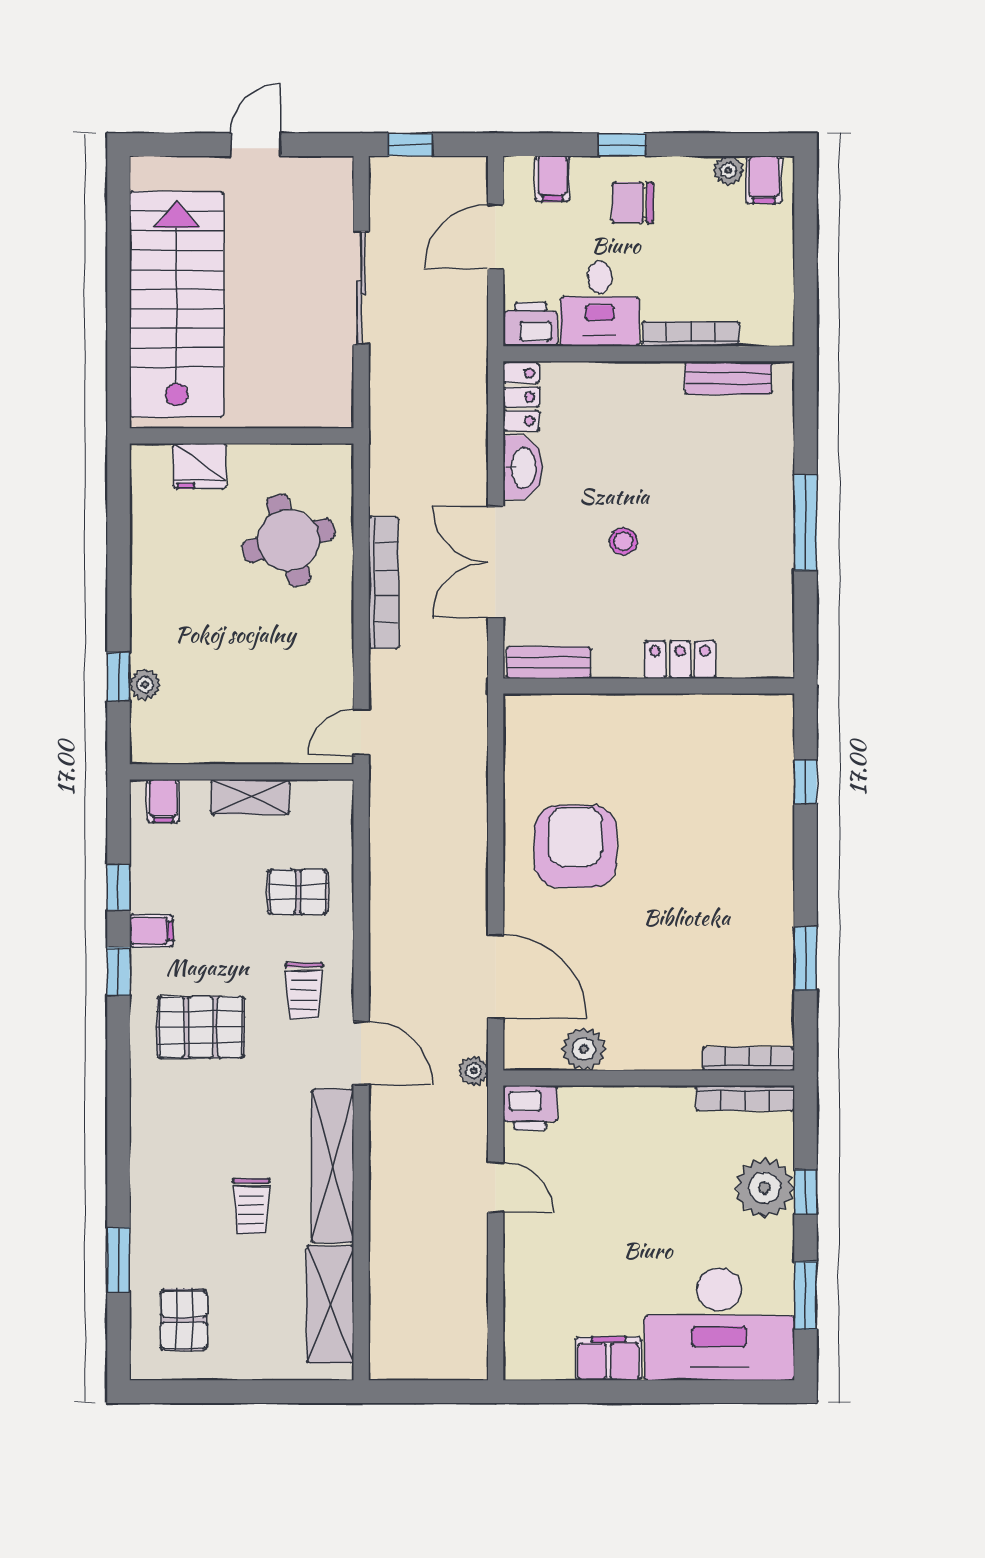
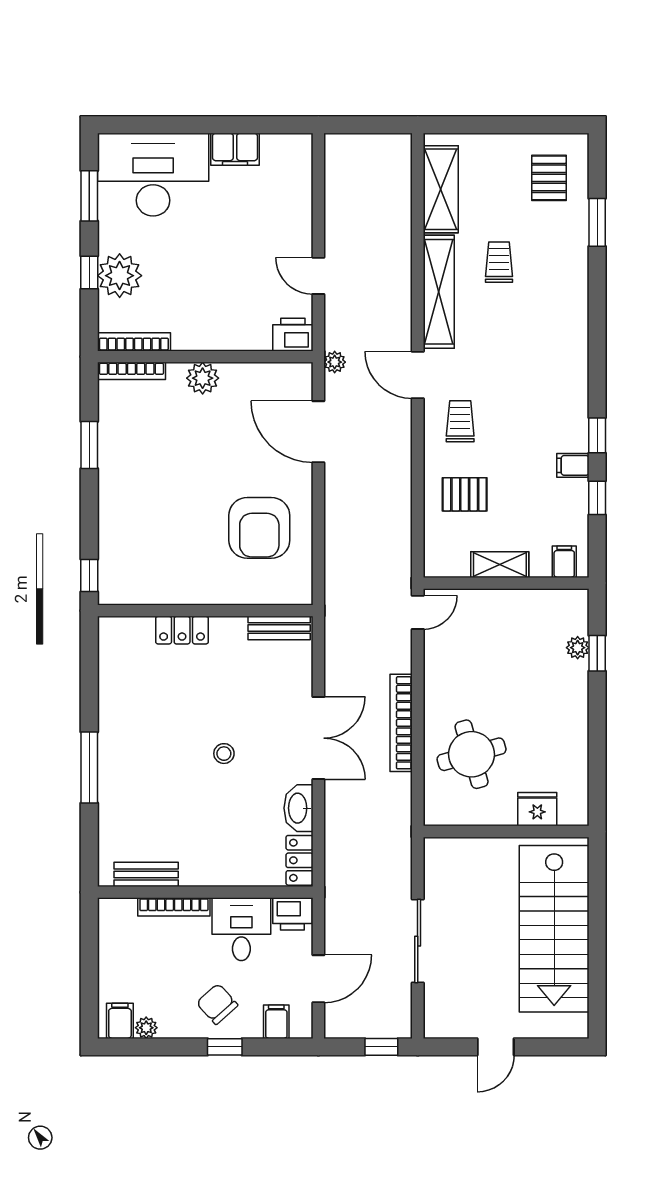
chair: (633, 203) -> (217, 1004), turned -132
locker: (680, 660) -> (182, 630), moved
bench: (549, 663) -> (279, 628), moved
wall: (649, 686) -> (205, 611), moved
pallet: (201, 1027) -> (536, 394), removed
plant: (584, 1049) -> (203, 378), moved

